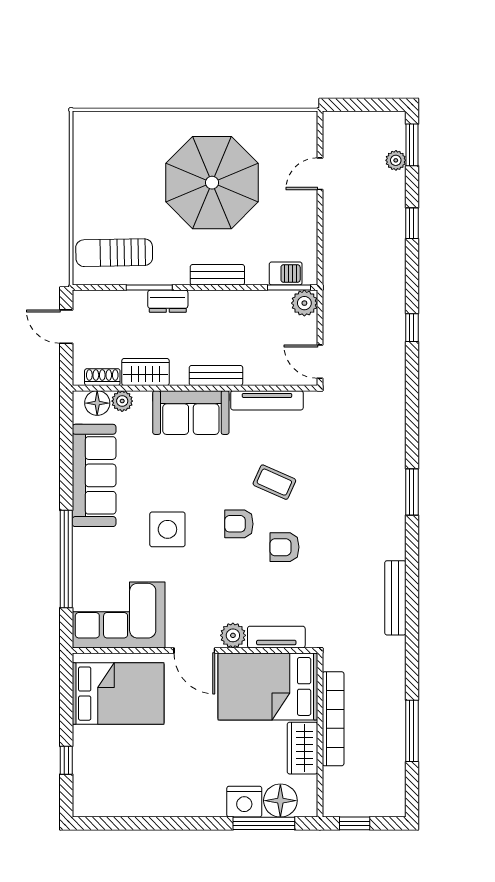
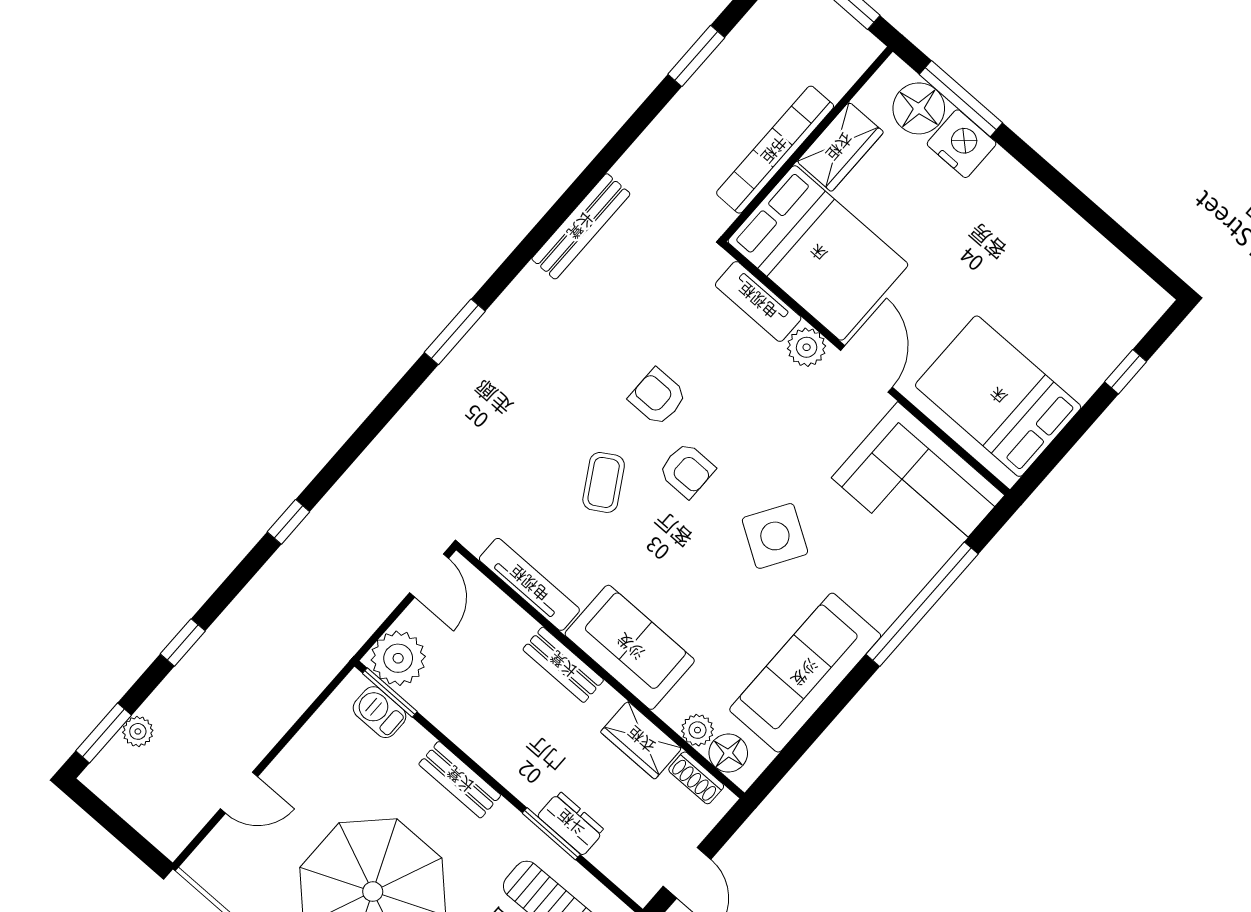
dresser: (168, 301) -> (571, 823), moved
plant: (304, 303) -> (398, 658), width x1.36, depth x1.36
coffee table: (274, 482) -> (604, 482), turned 35
side table: (167, 529) -> (775, 536), turned 32
armchair: (284, 547) -> (658, 397), turned 180
window: (412, 731) -> (696, 56), width x0.69

